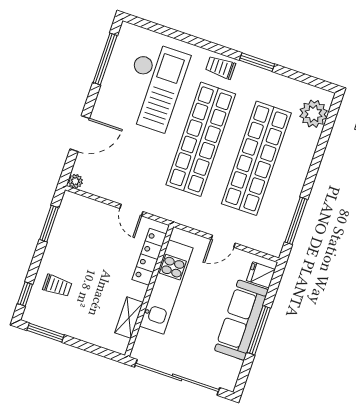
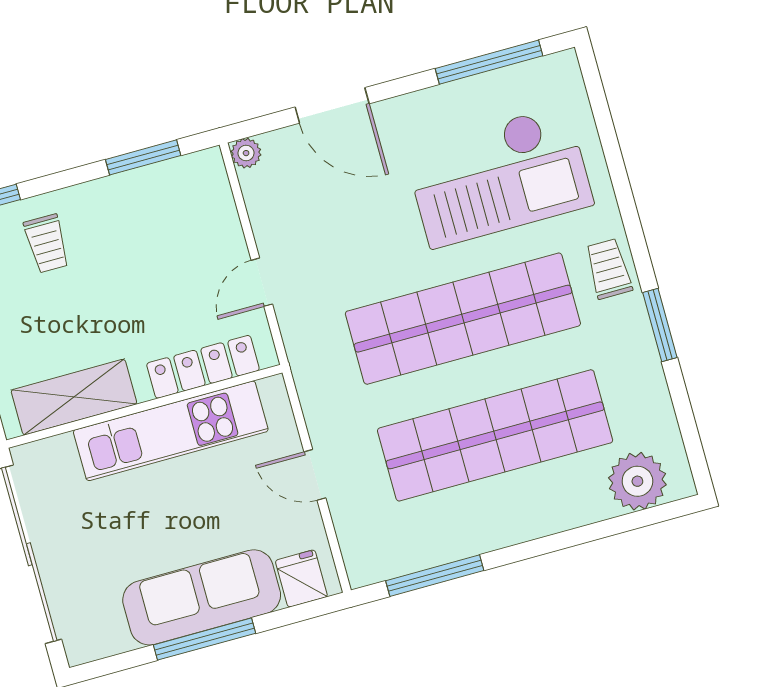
shelving: (129, 318) -> (74, 397), width x1.50, depth x1.33

